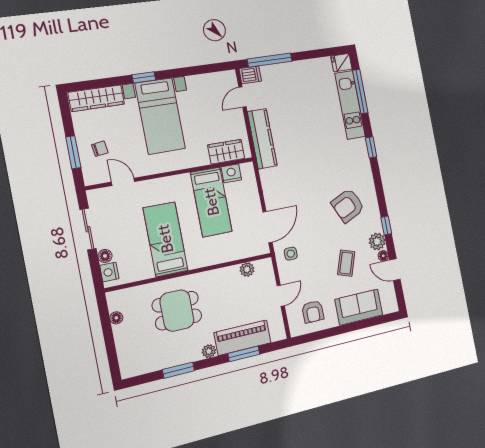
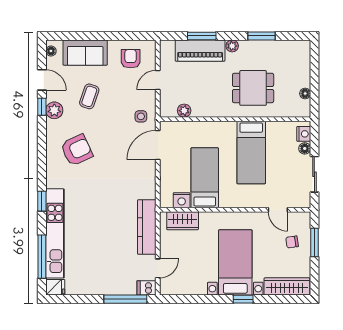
kitchen unit: (350, 105) -> (55, 233), width x1.36
window: (386, 226) -> (42, 107), moved
floor lamp: (383, 256) -> (51, 51), moved

